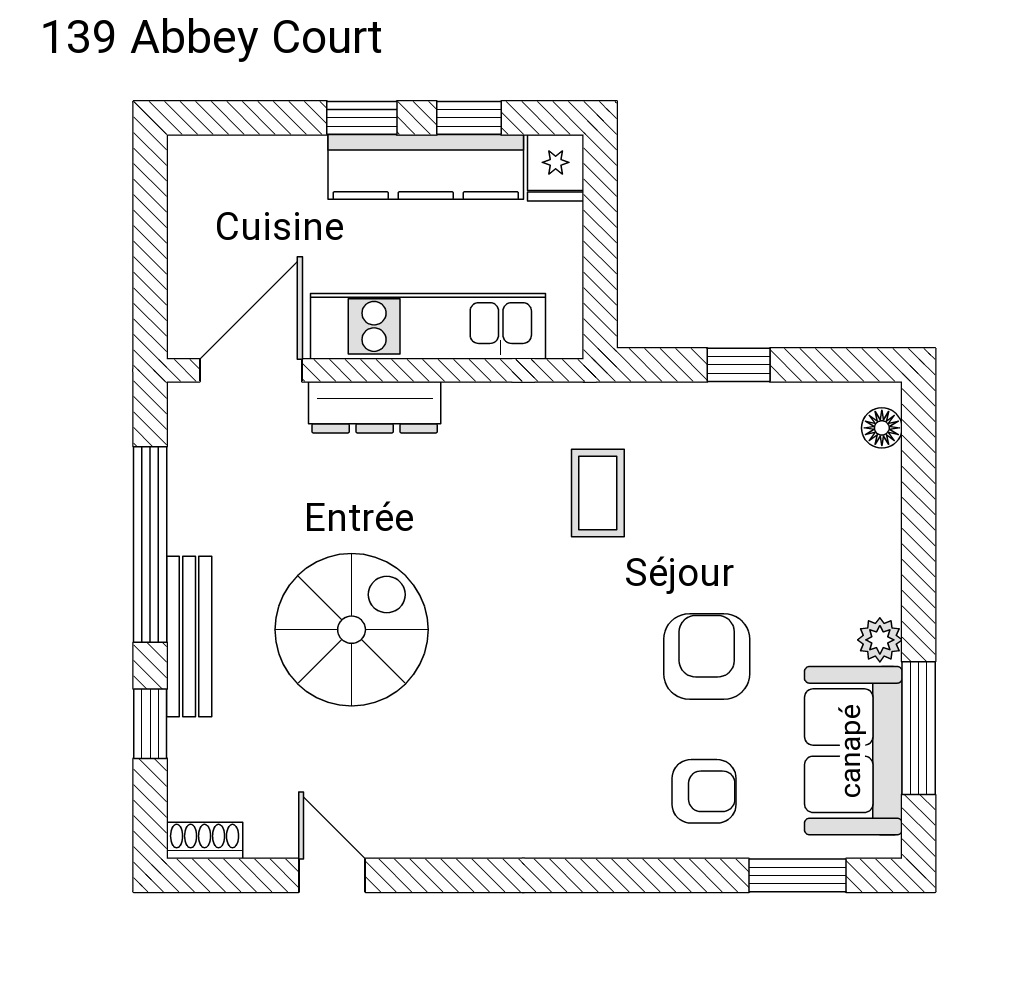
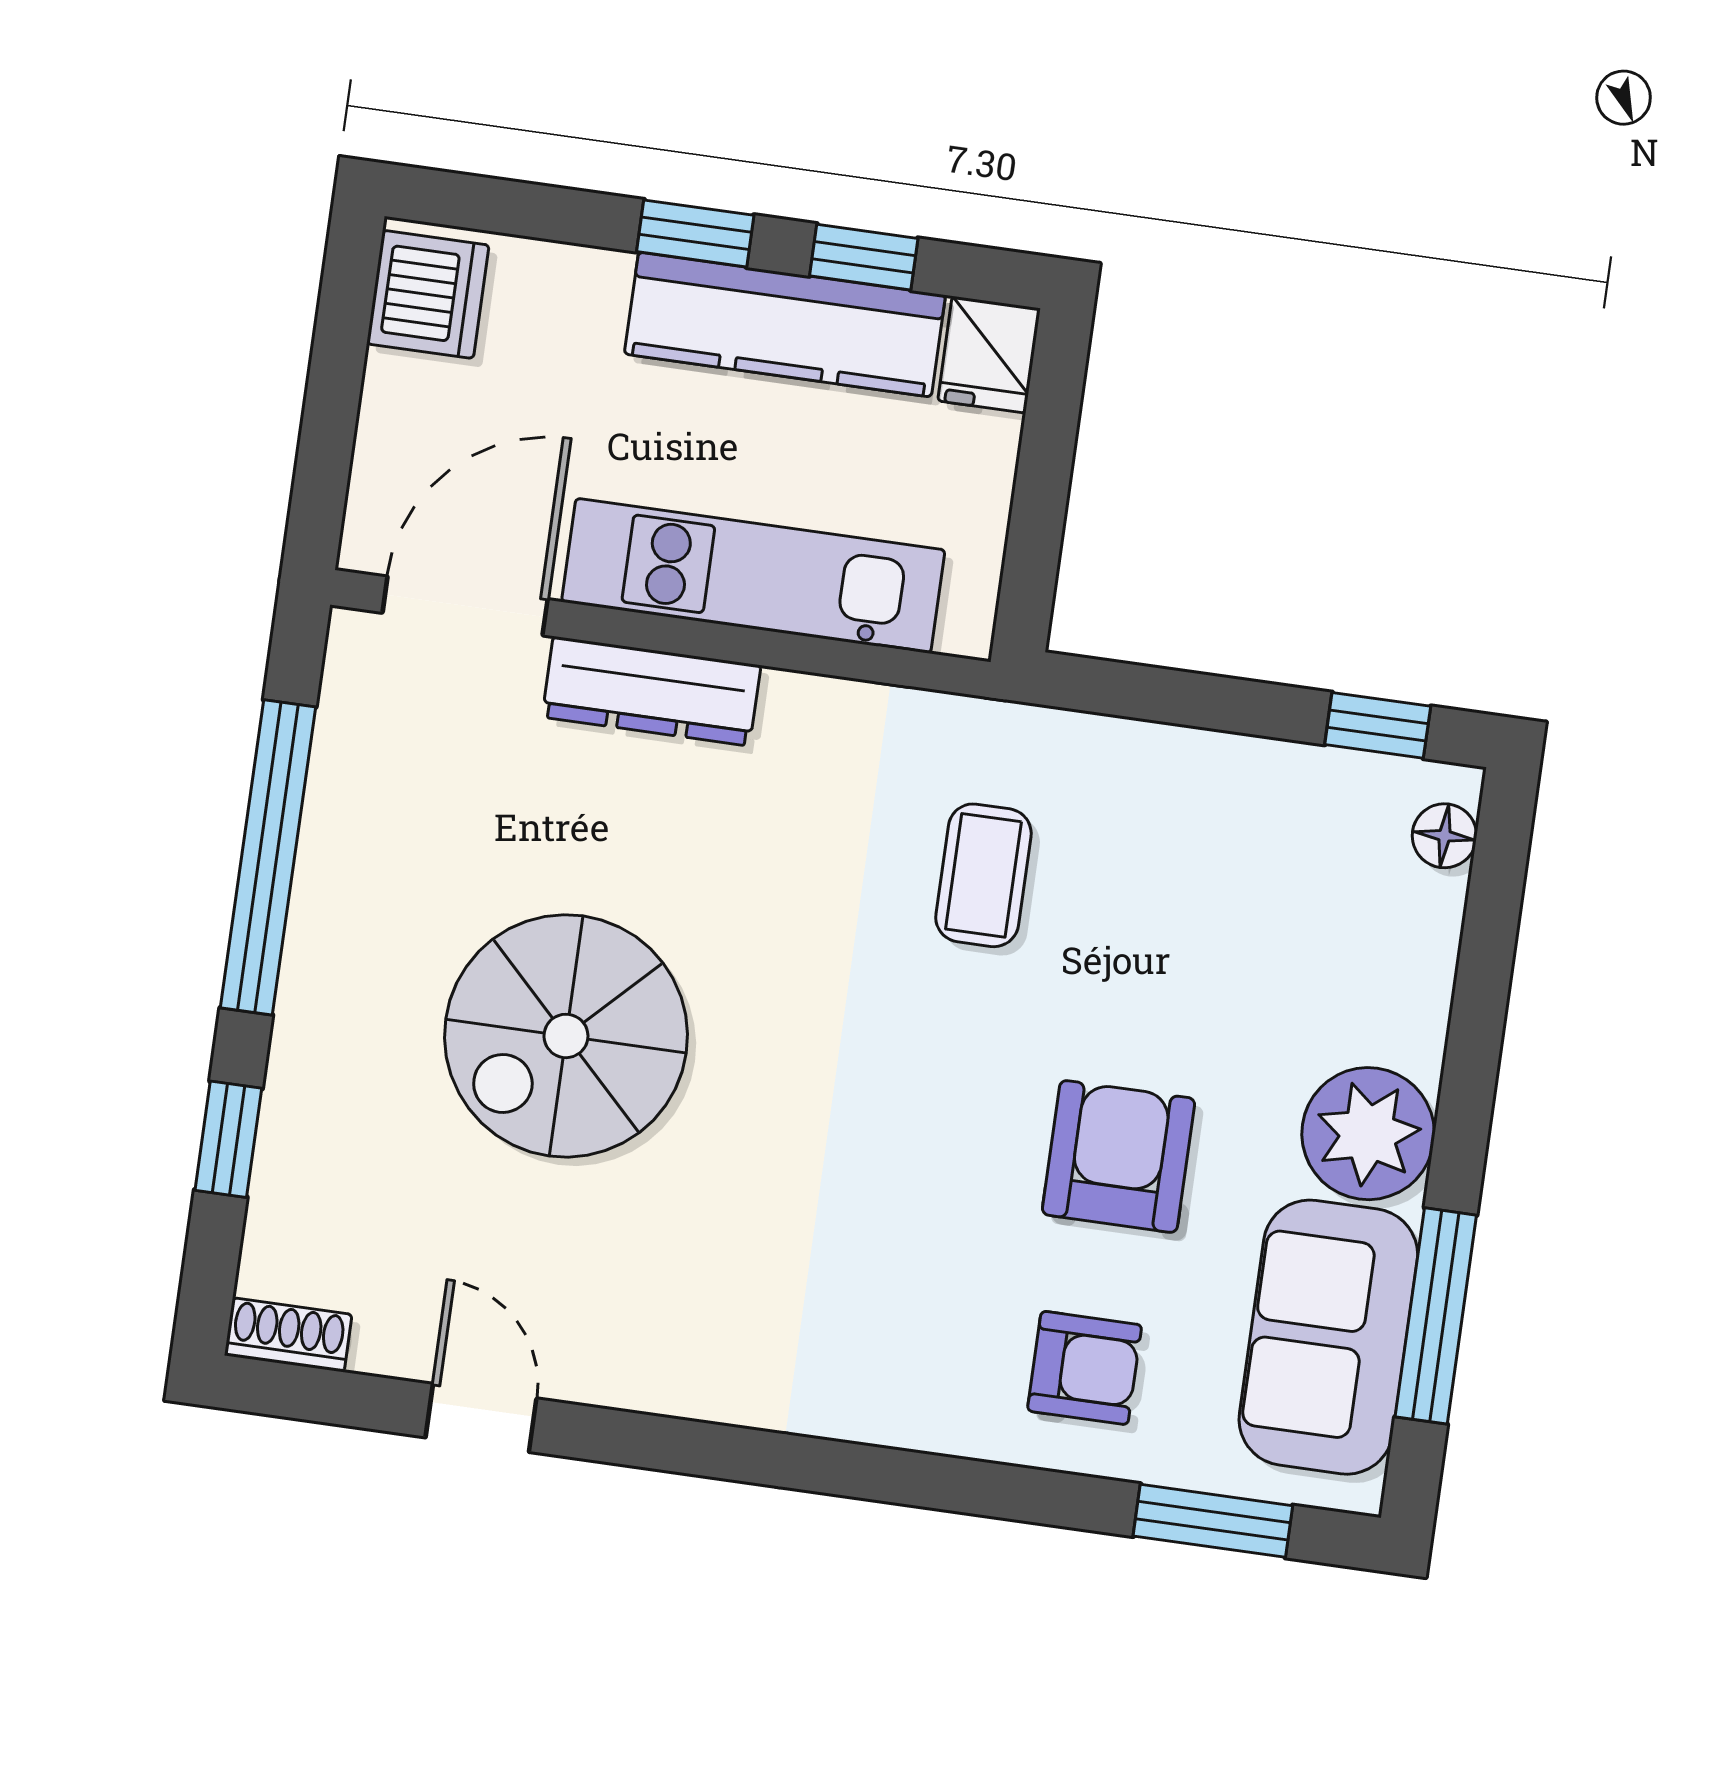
dishwasher: (200, 179) -> (428, 294), added
window: (739, 365) -> (1378, 725), moved
spiral stairs: (352, 630) -> (566, 1036), turned 180
bench: (189, 636) -> (309, 1011), removed
plant: (880, 640) -> (1368, 1134), width x1.88, depth x1.88

